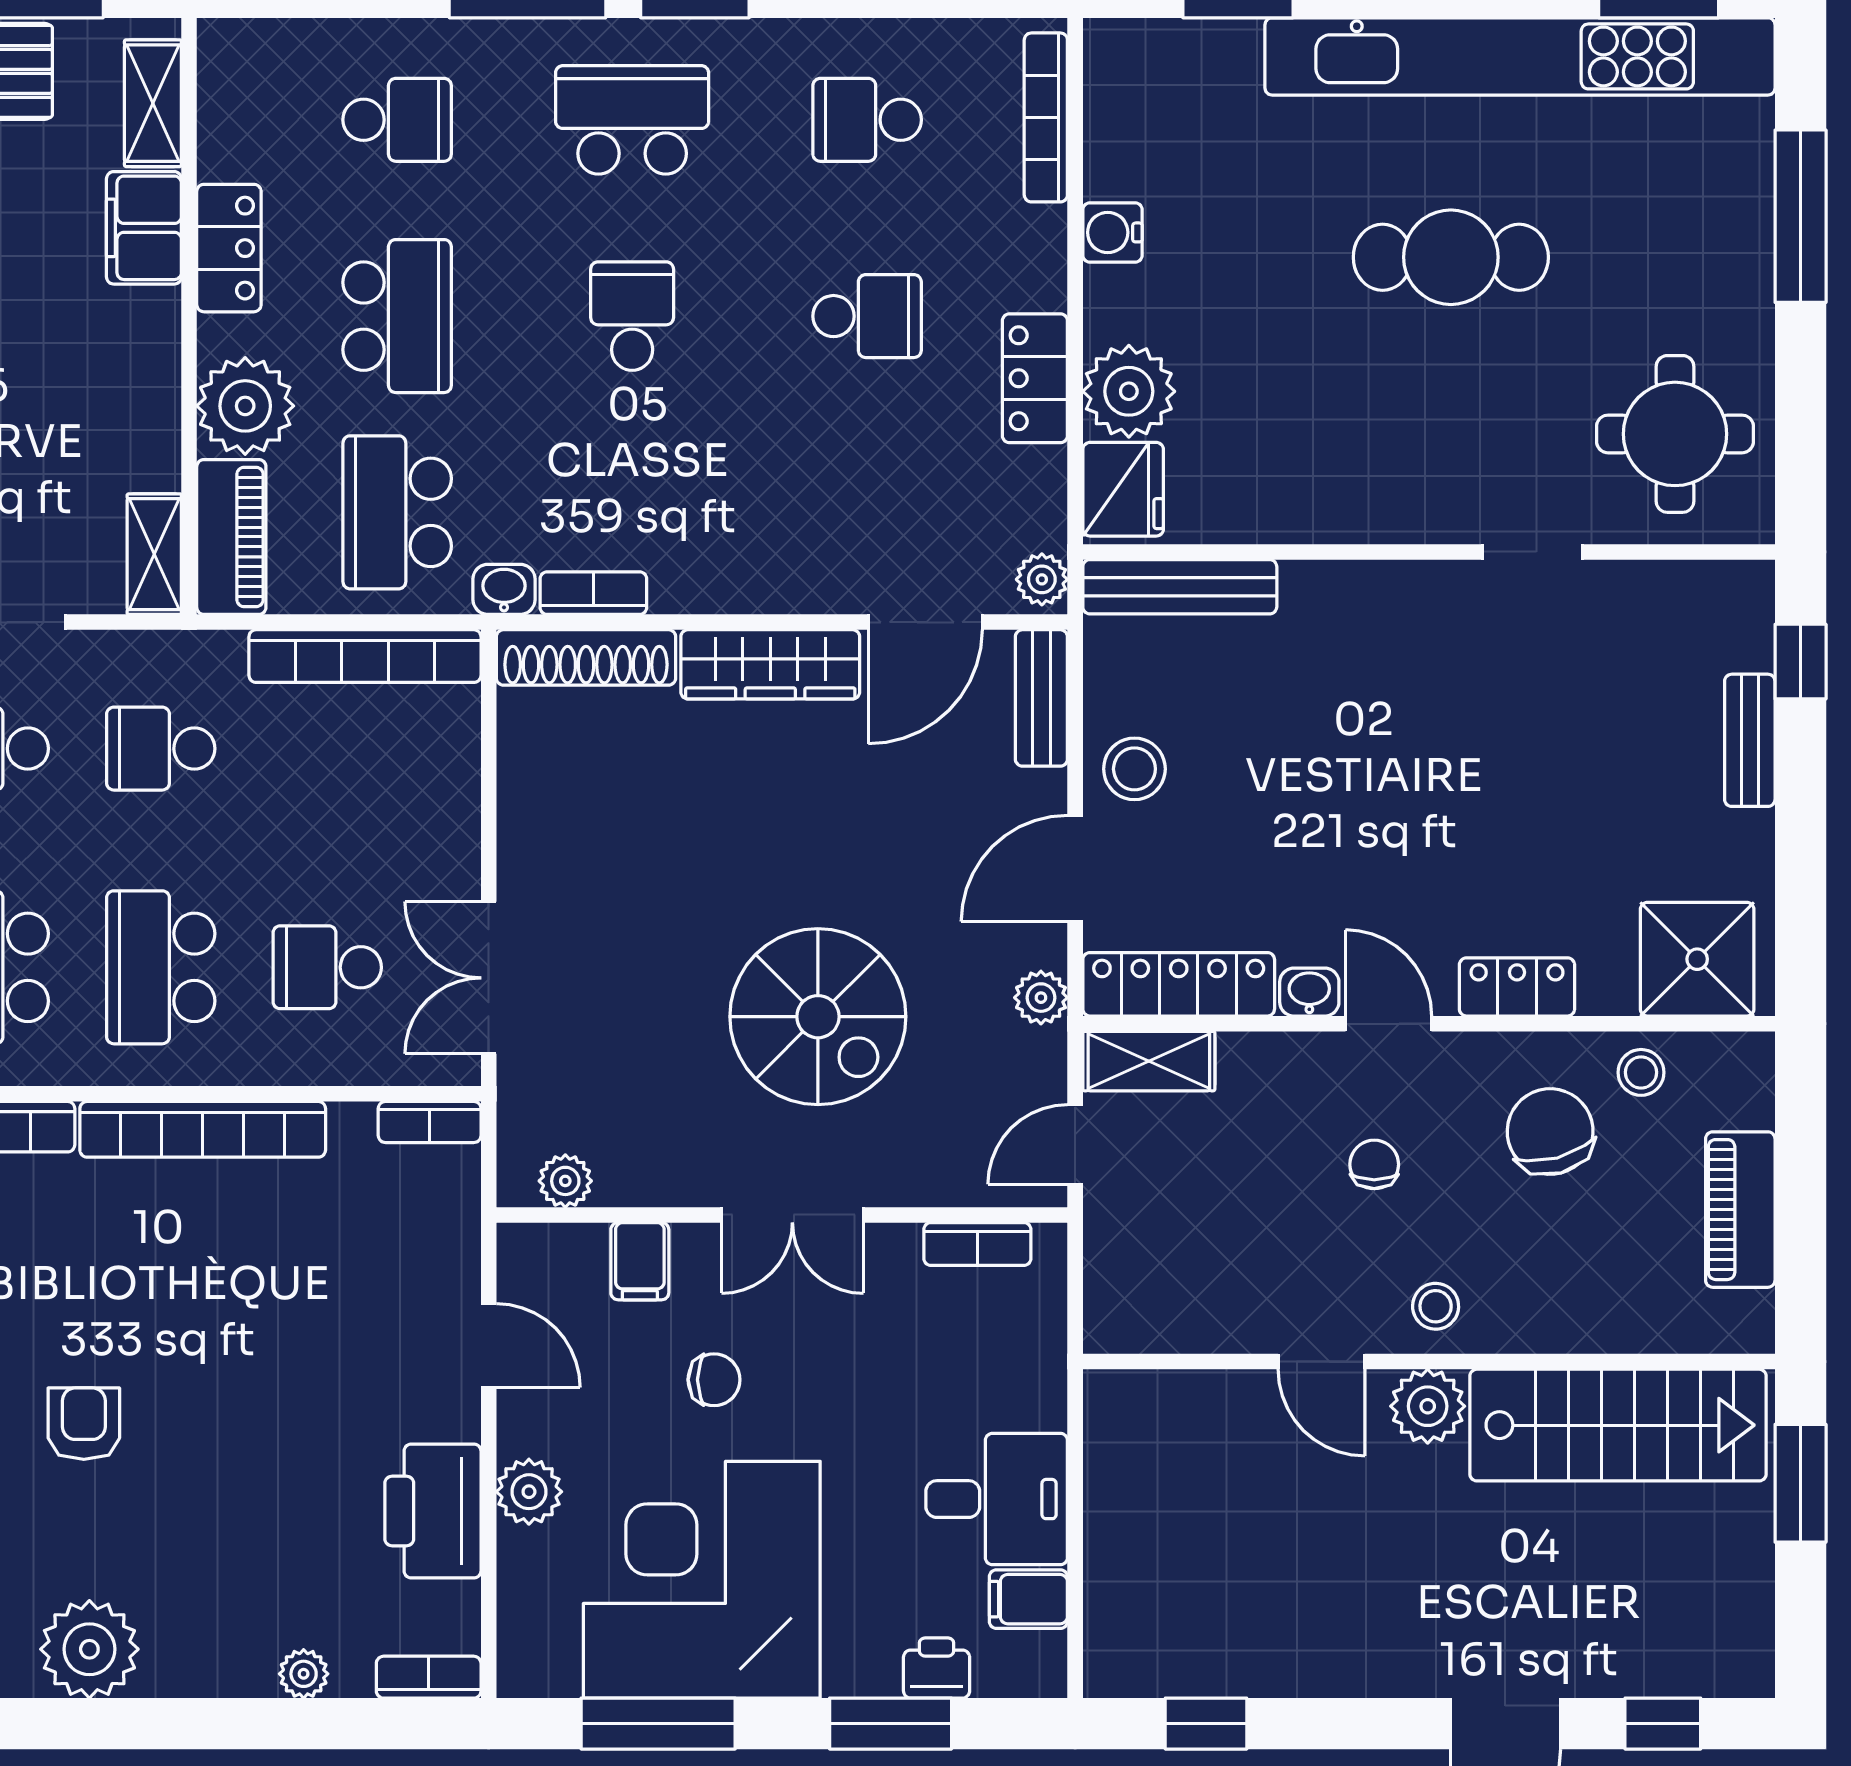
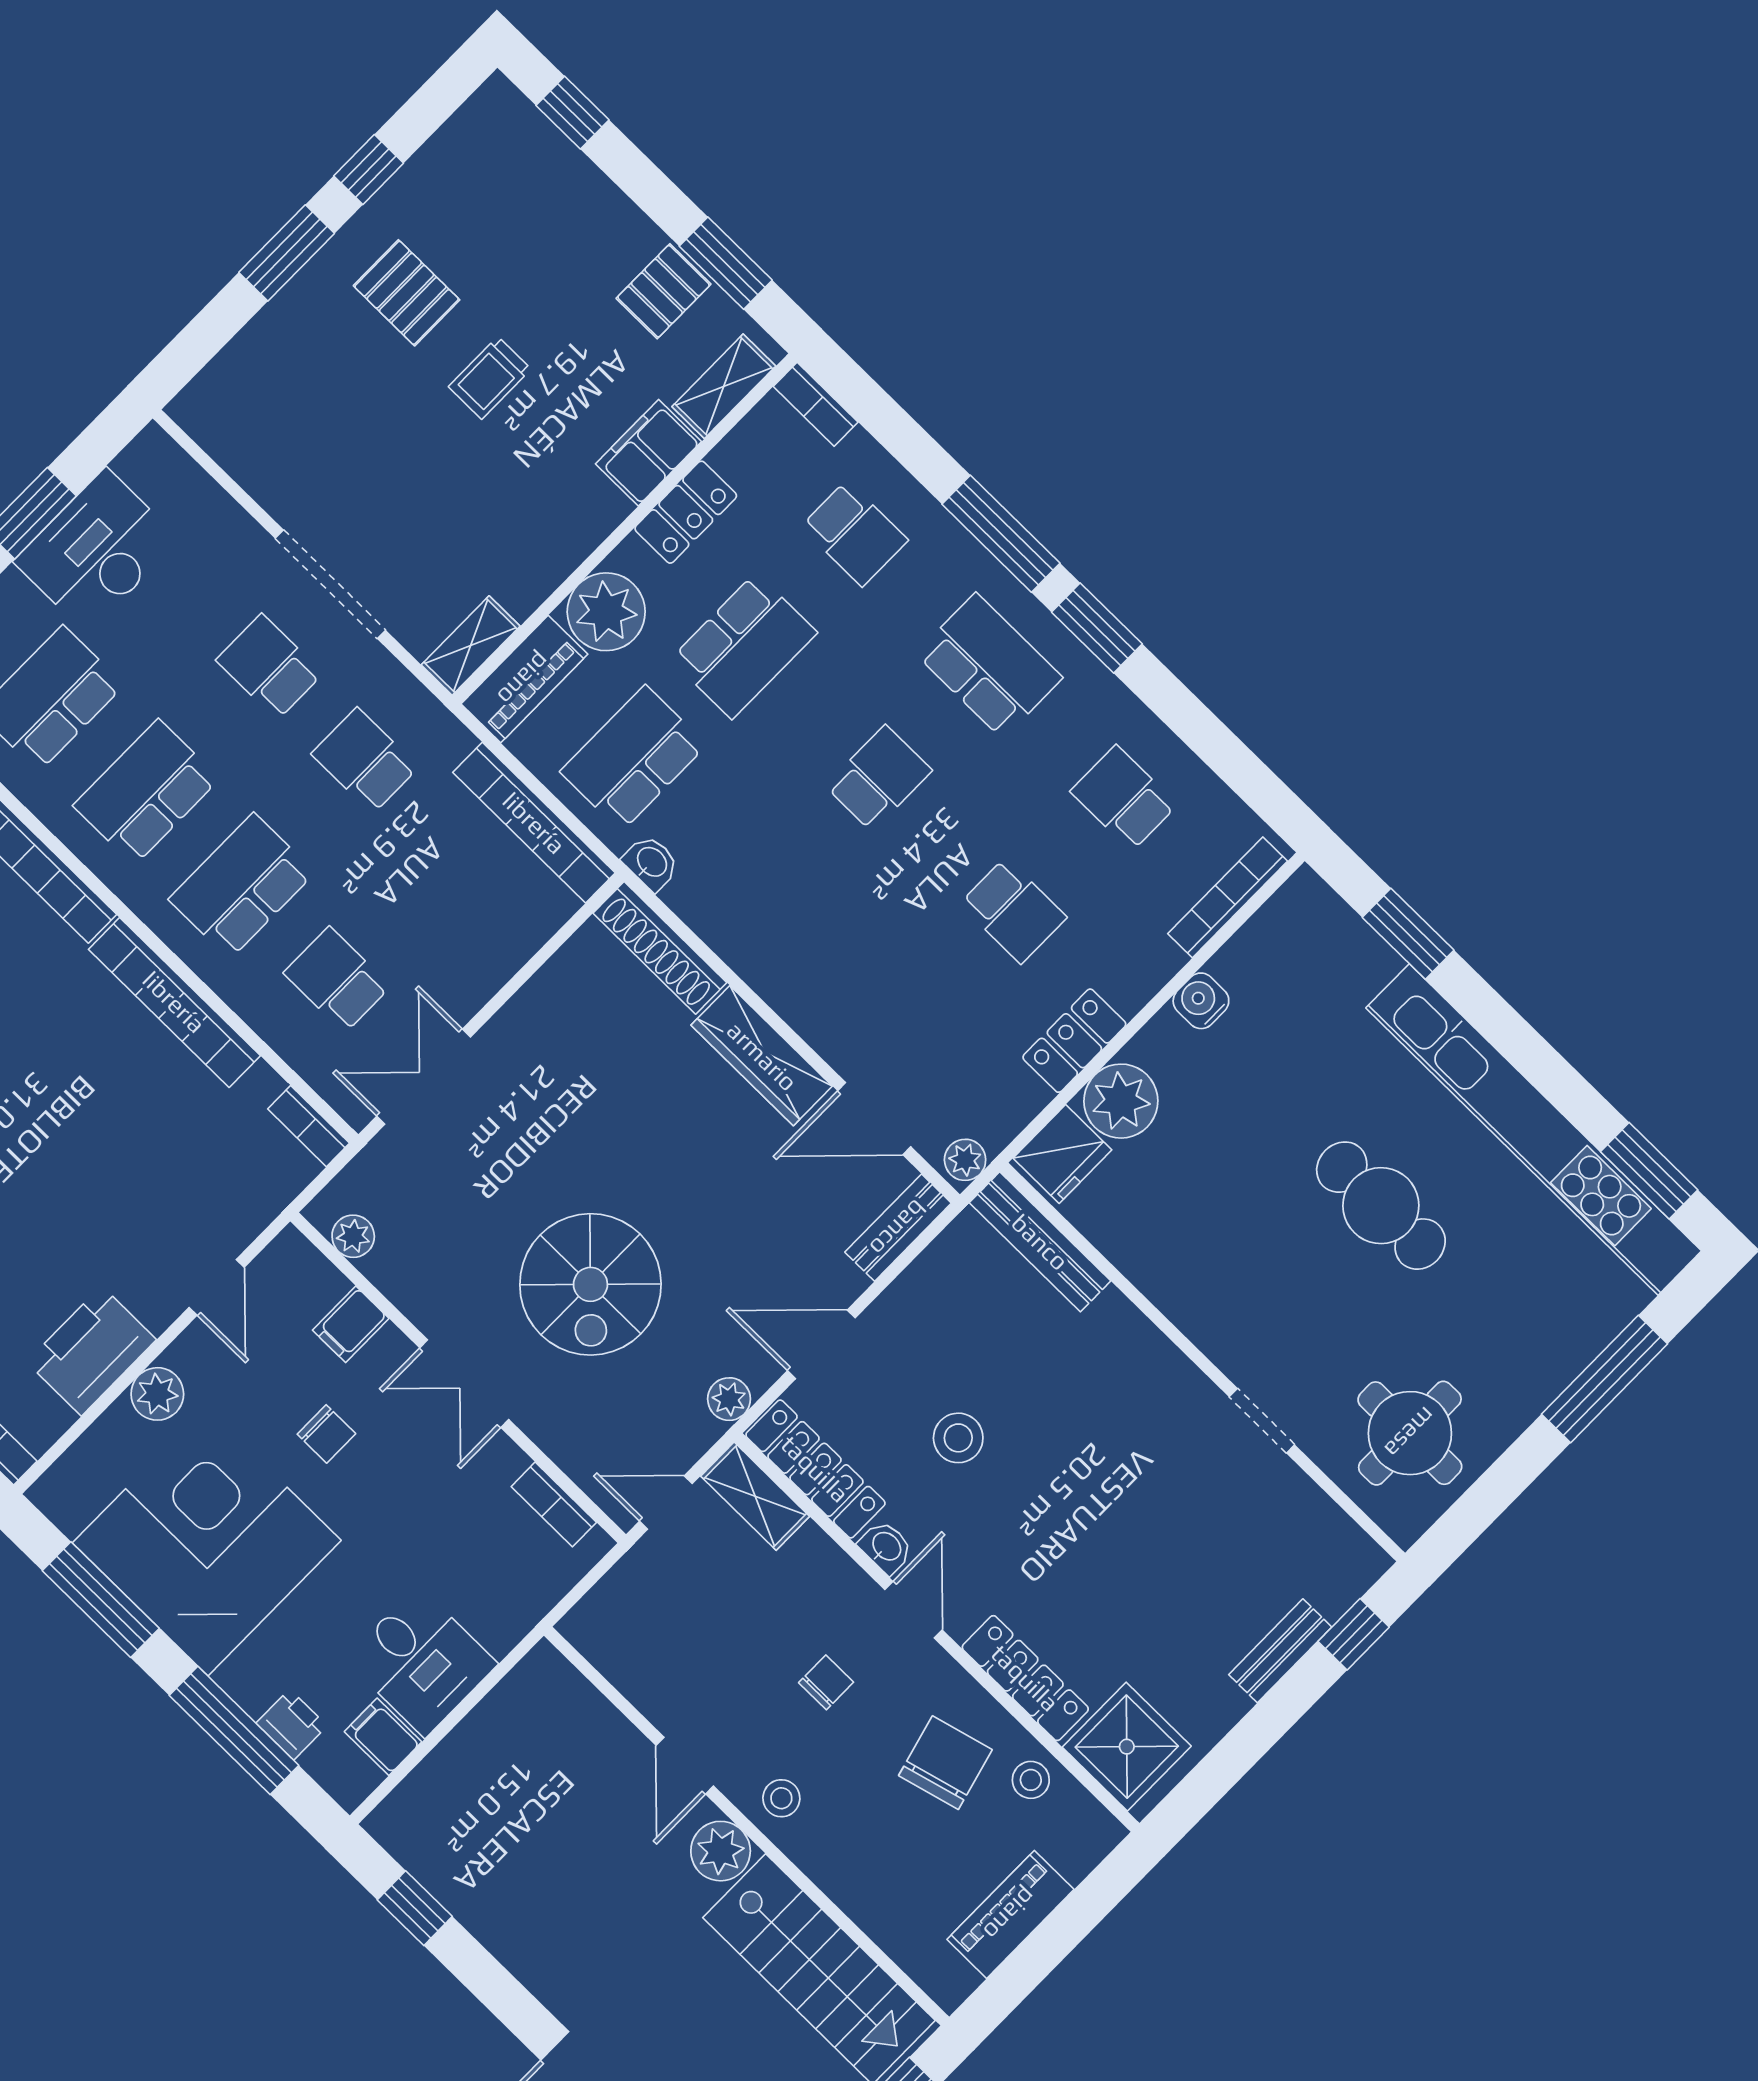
bookcase: (593, 593) -> (816, 404), moved, turned 180
stool: (1134, 769) -> (958, 1438), moved
locker: (1517, 987) -> (1025, 1678), width x1.53
window: (891, 1724) -> (234, 1730), width x1.44

